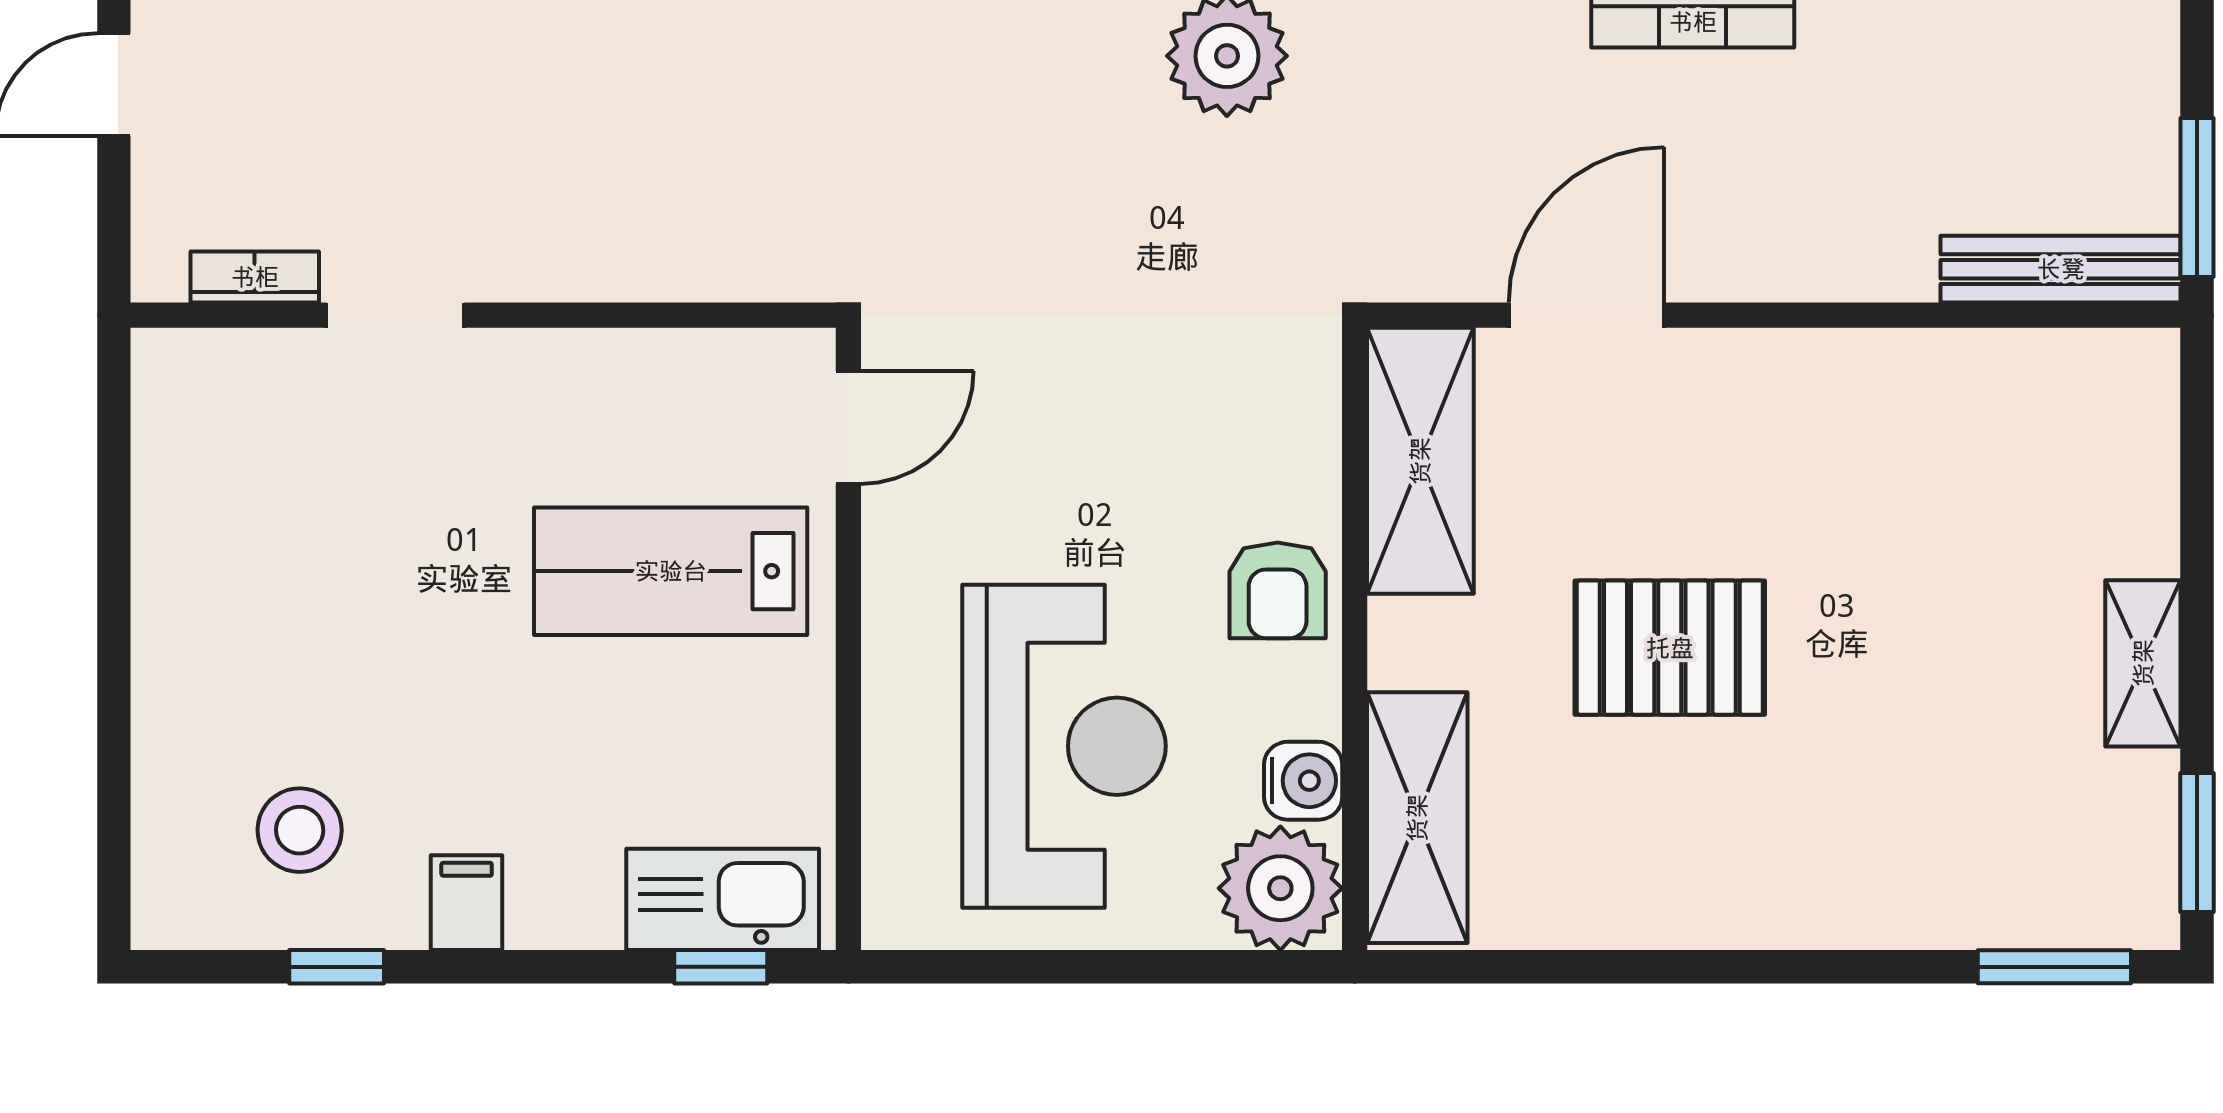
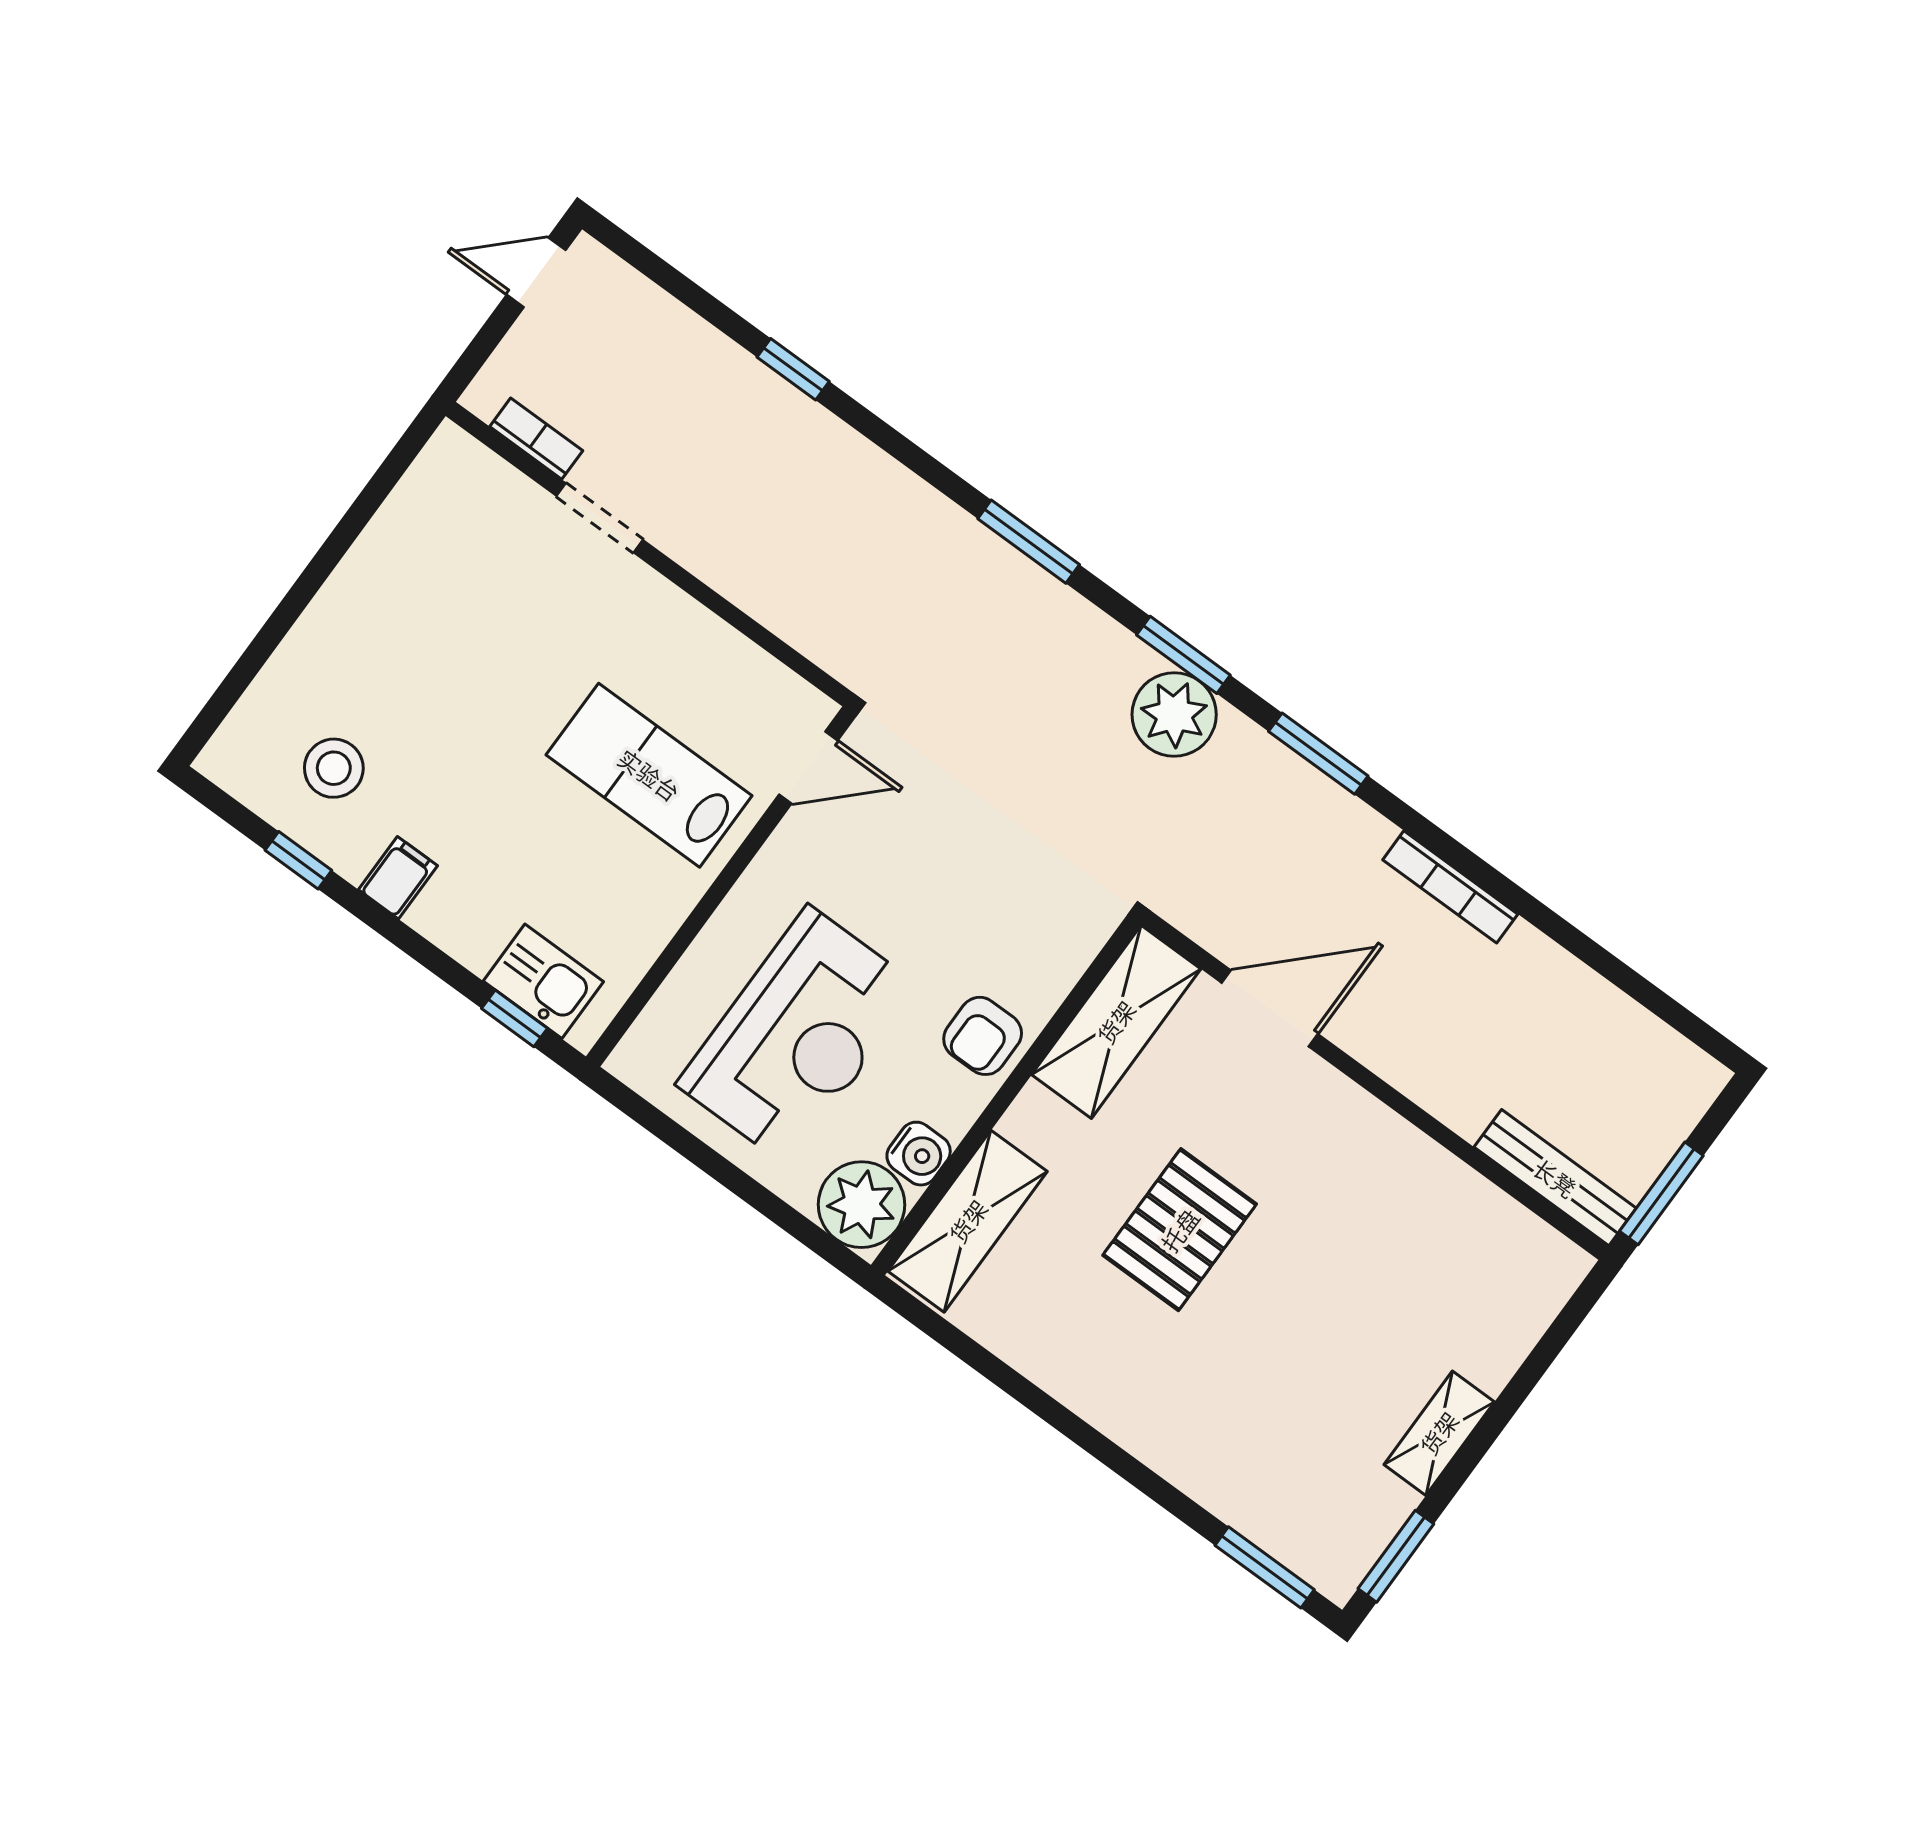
pallet: (1670, 648) -> (1180, 1230), turned 90
kitchen sink: (723, 899) -> (543, 981), width x0.73

